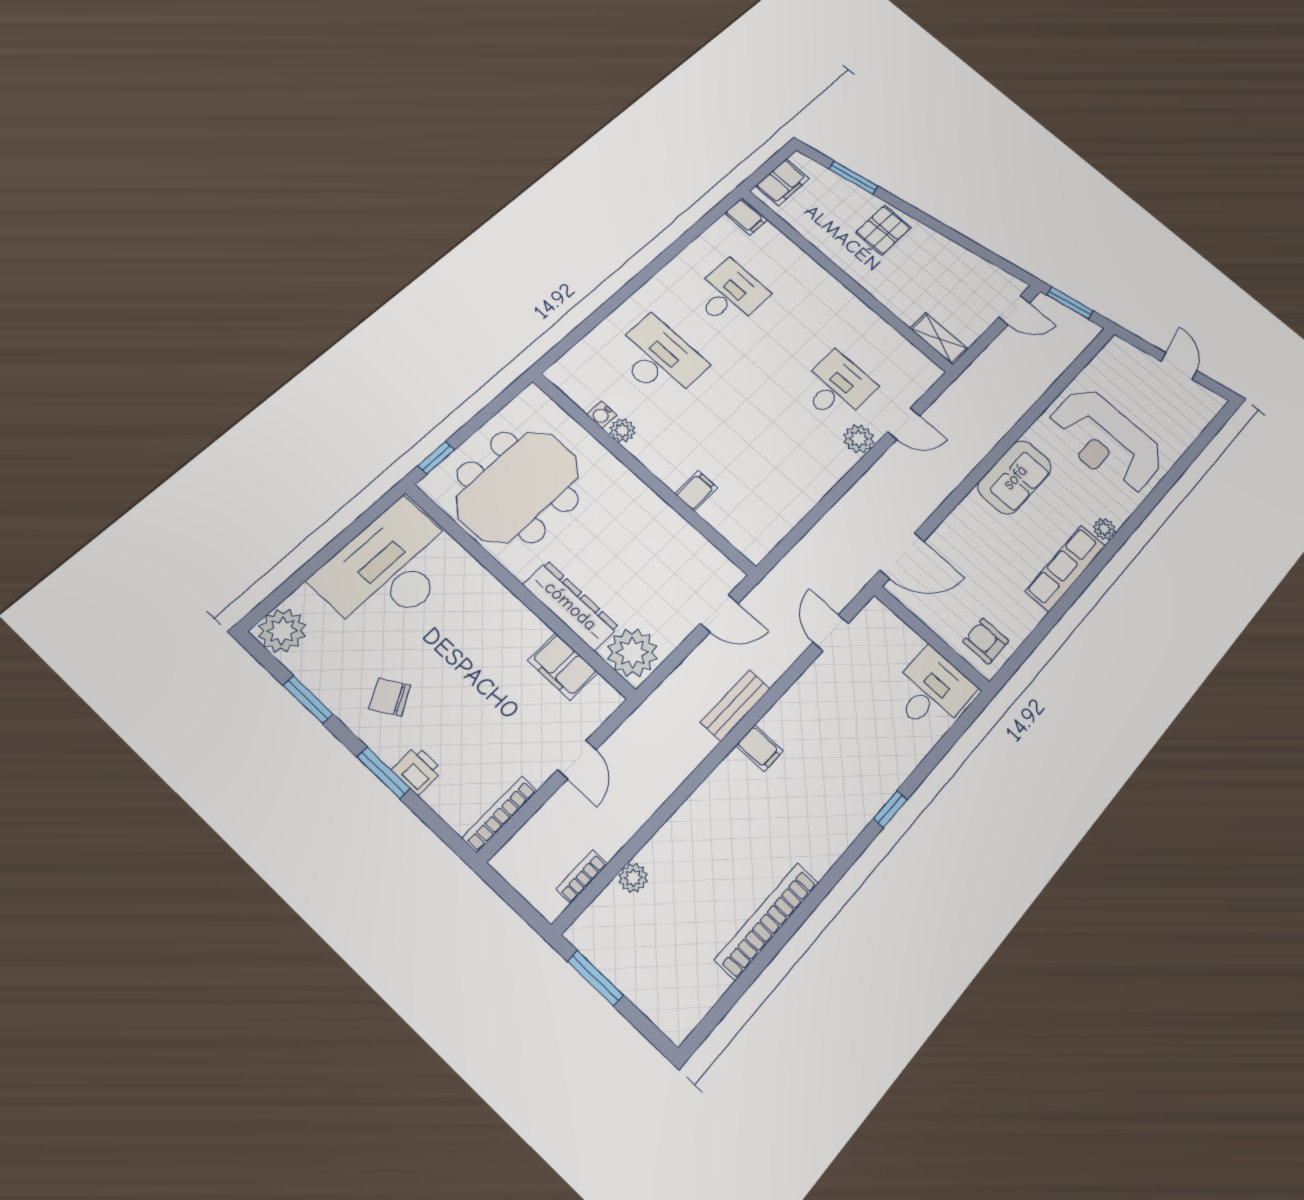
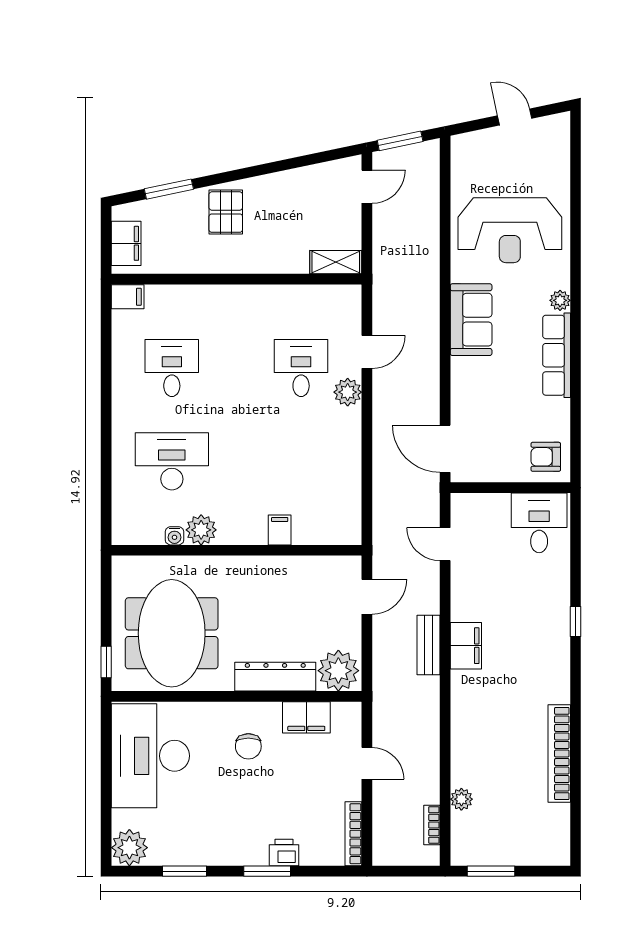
plant: (622, 430) -> (201, 530), width x1.38, depth x1.38
door: (902, 556) -> (445, 449), swing flipped
chair: (390, 697) -> (248, 746), moved, turned -60
filing cabinet: (760, 748) -> (466, 646), width x2.00

